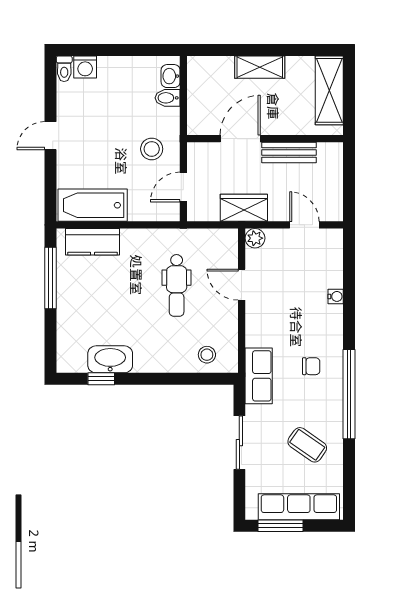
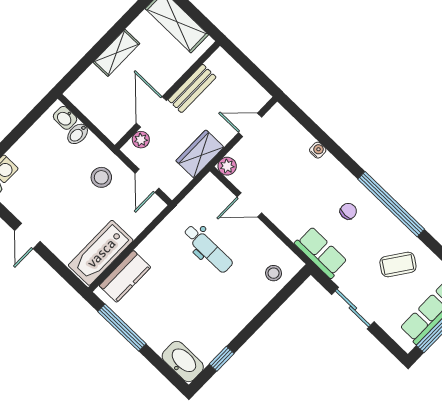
plant: (211, 151) -> (141, 140), added
washbasin: (110, 359) -> (183, 362), moved, turned 90

